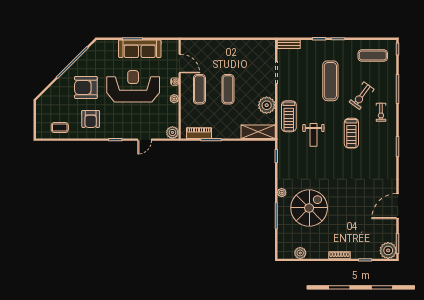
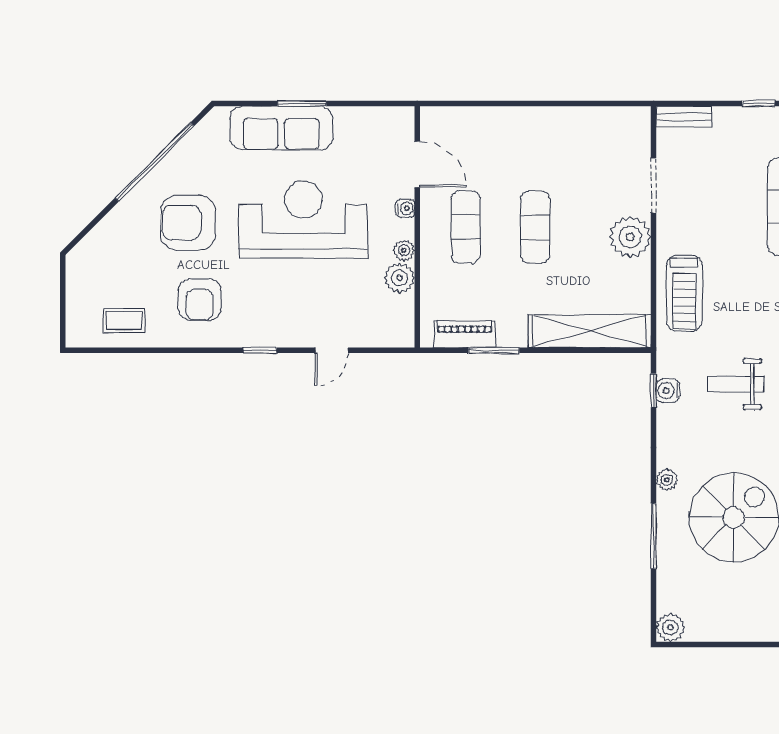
sofa: (140, 49) -> (281, 128), moved
plant: (267, 105) -> (630, 237), moved
plant: (172, 132) -> (400, 278), moved
shelving: (258, 132) -> (590, 331), width x1.47
weight bench: (313, 135) -> (736, 384), moved, turned 90
water cooler: (282, 156) -> (668, 391), added
plant: (300, 253) -> (670, 628), moved

